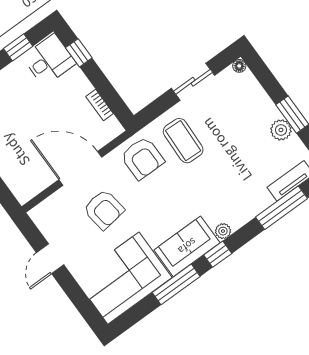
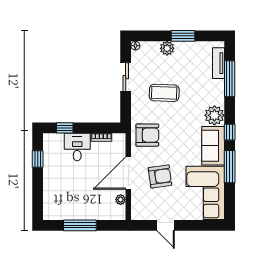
desk: (49, 60) -> (77, 147), moved
plant: (281, 130) -> (167, 48), moved
coffee table: (183, 141) -> (164, 93), moved
plant: (42, 182) -> (121, 200), added
plant: (223, 231) -> (214, 115), width x1.88, depth x1.88

